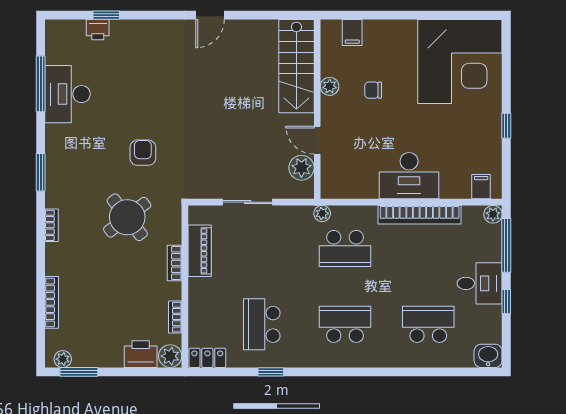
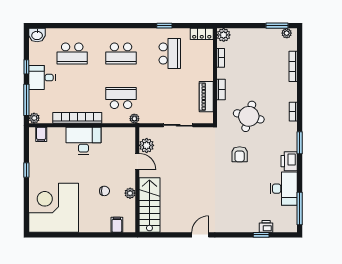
window: (41, 84) -> (300, 208), moved
round table: (127, 217) -> (249, 116), turned -37
printer: (141, 354) -> (289, 161), moved, turned 90

